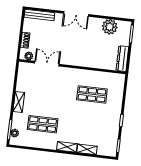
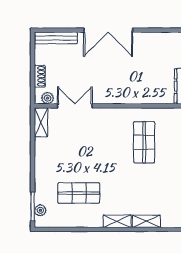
double door: (76, 14) -> (108, 30), width x1.37
plant: (110, 27) -> (158, 43), removed
shop shelf: (92, 94) -> (144, 142), turned 90
shelving: (19, 102) -> (41, 122), moved

